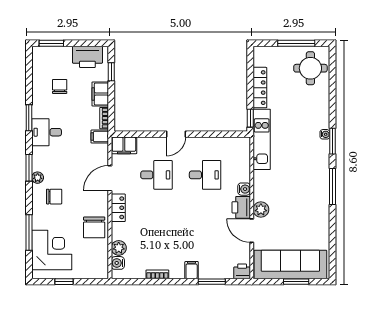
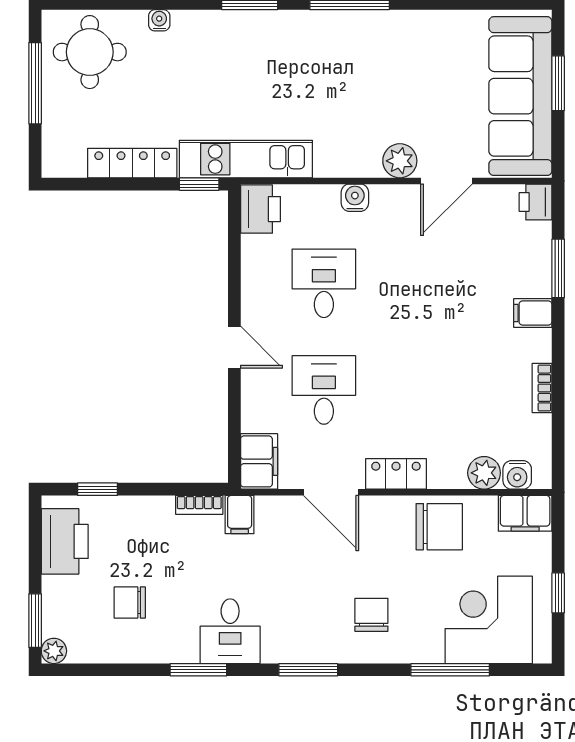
filing cabinet: (100, 94) -> (525, 513), moved
water cooler: (325, 134) -> (159, 20), moved
plant: (38, 178) -> (54, 651), moved
printer: (241, 207) -> (260, 209), moved, turned -90

